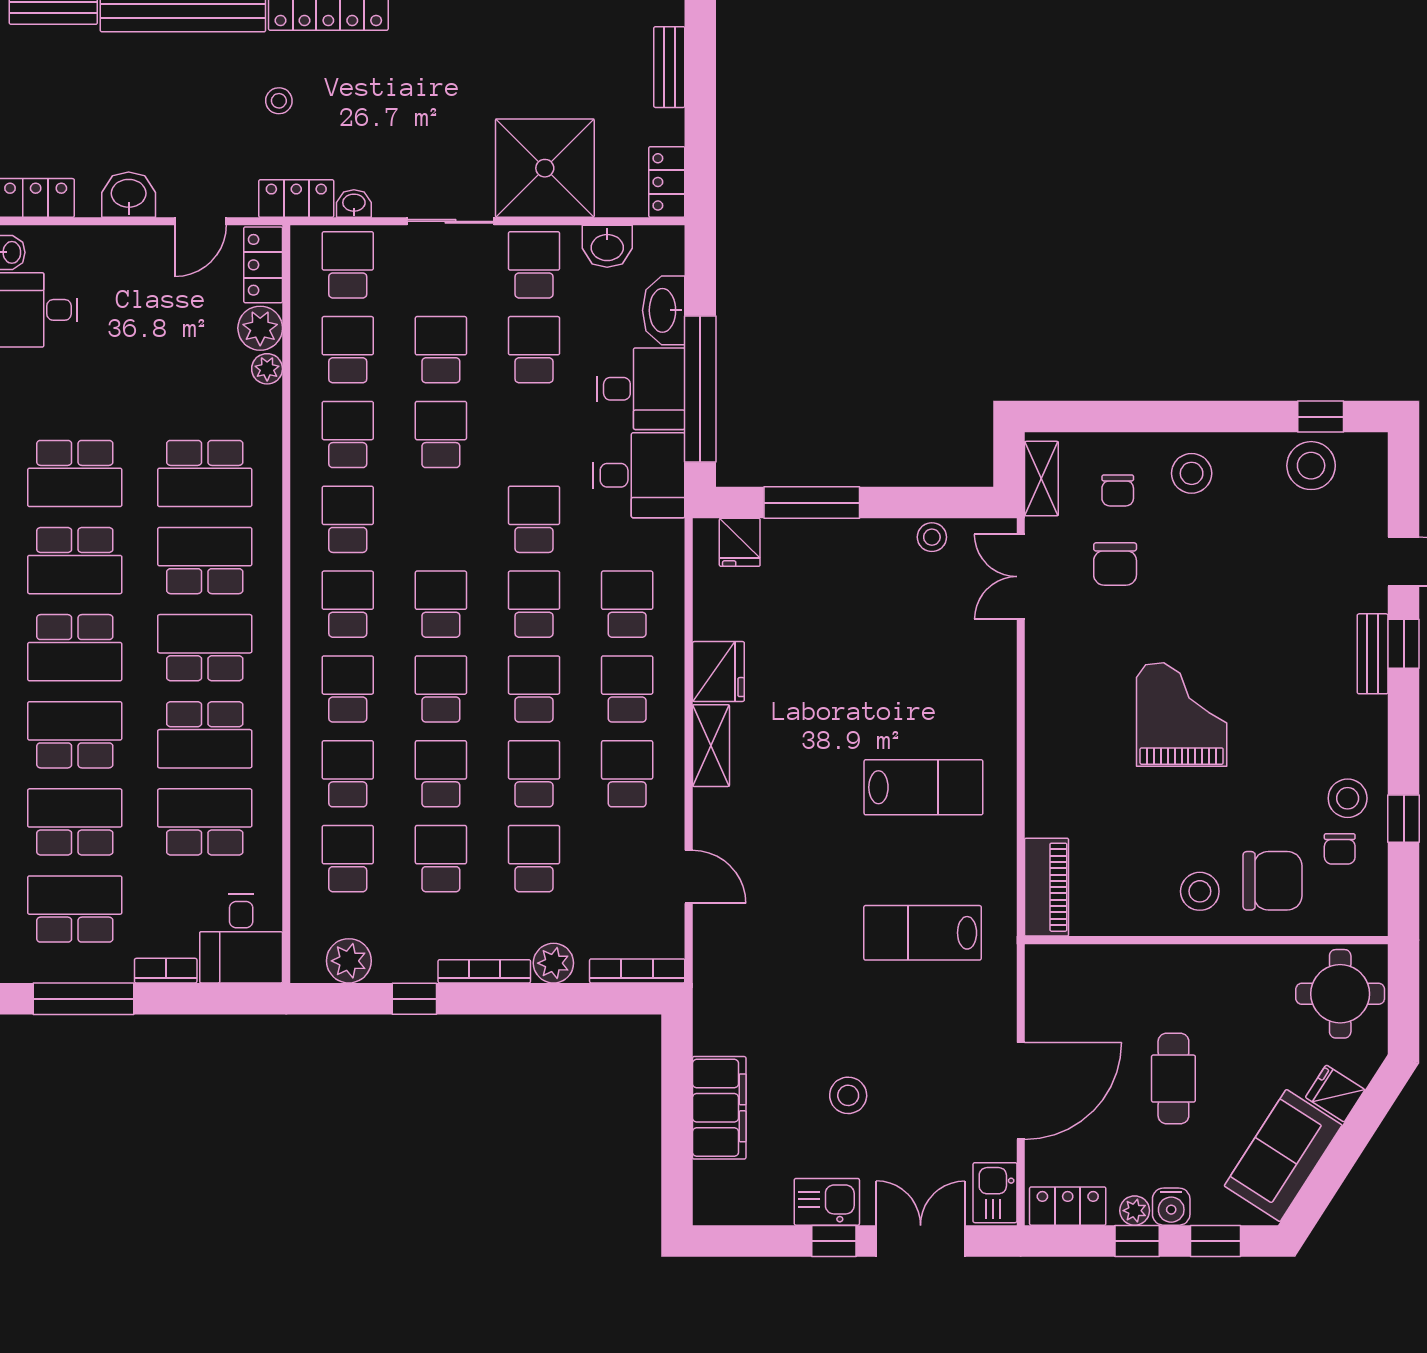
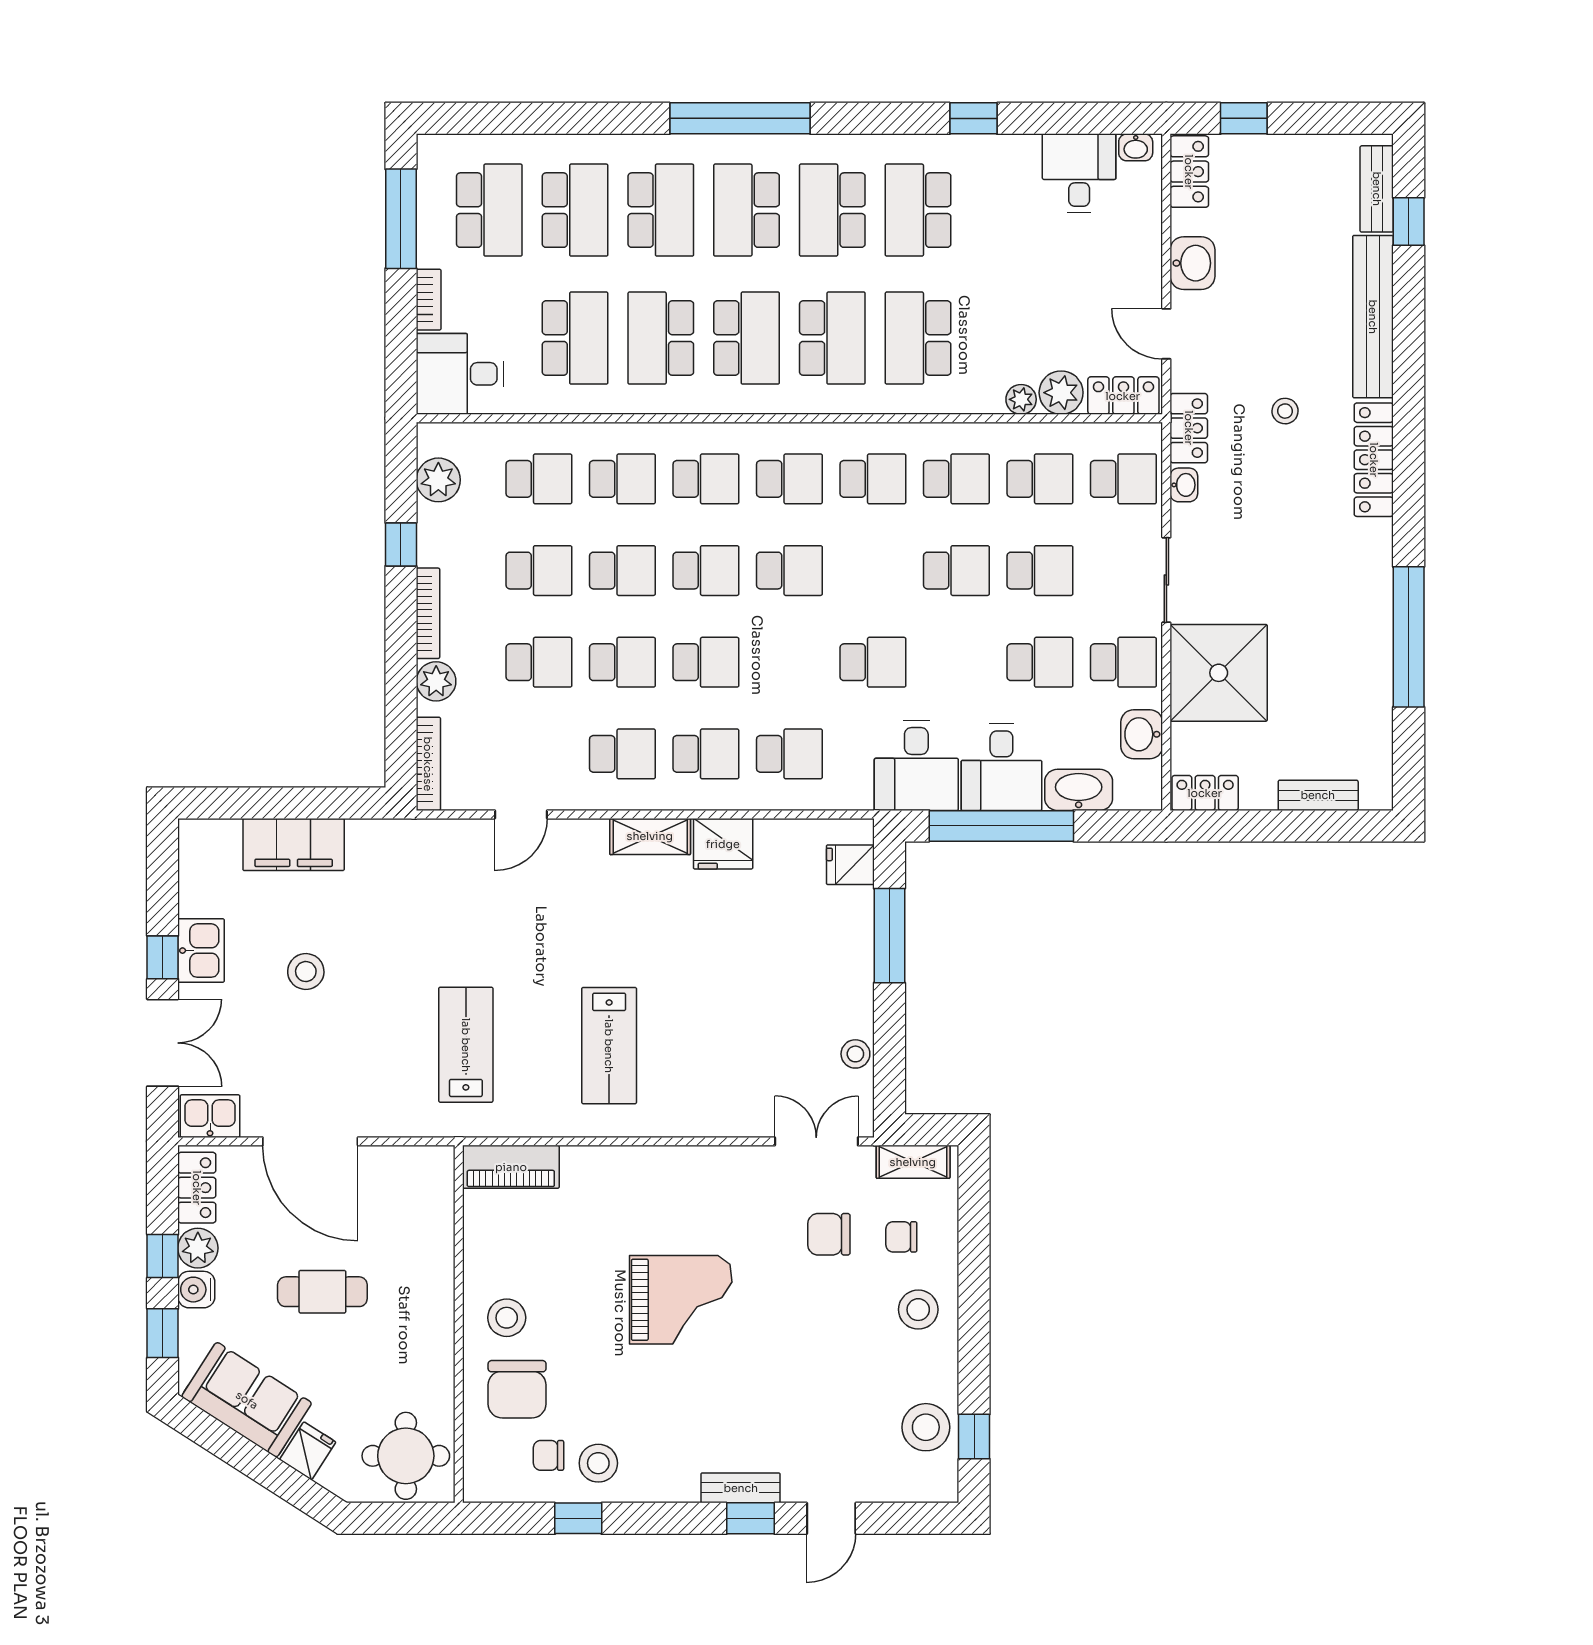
school desk: (534, 604) -> (789, 662), removed
plant: (1135, 1211) -> (198, 1248), width x1.38, depth x1.38

